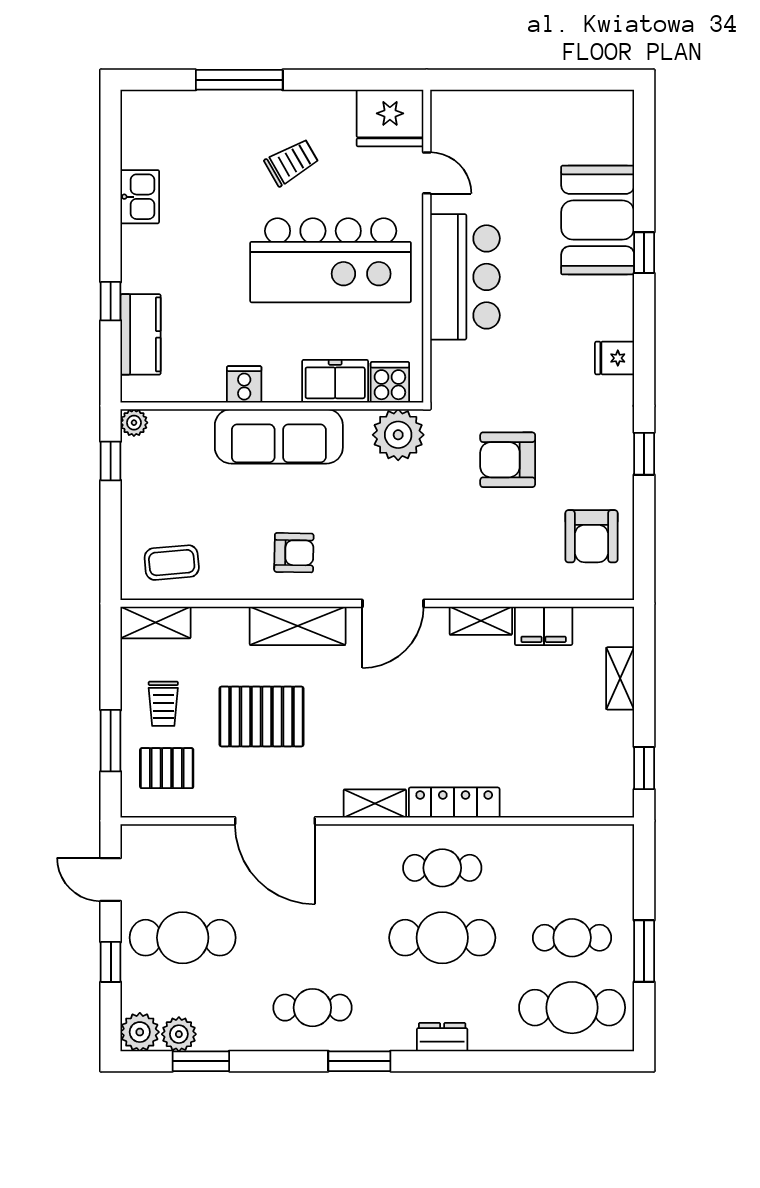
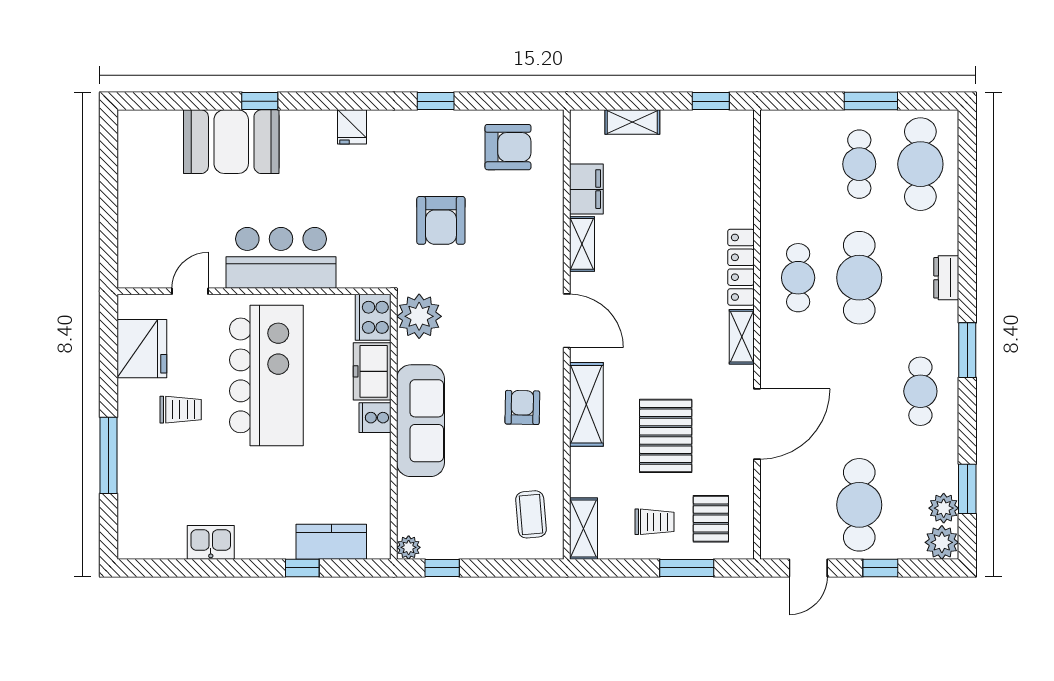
fridge: (390, 118) -> (142, 349), moved
trolley: (292, 162) -> (181, 410), turned 120
cooker: (390, 382) -> (373, 317), width x1.36
cooker: (244, 384) -> (375, 418), moved

